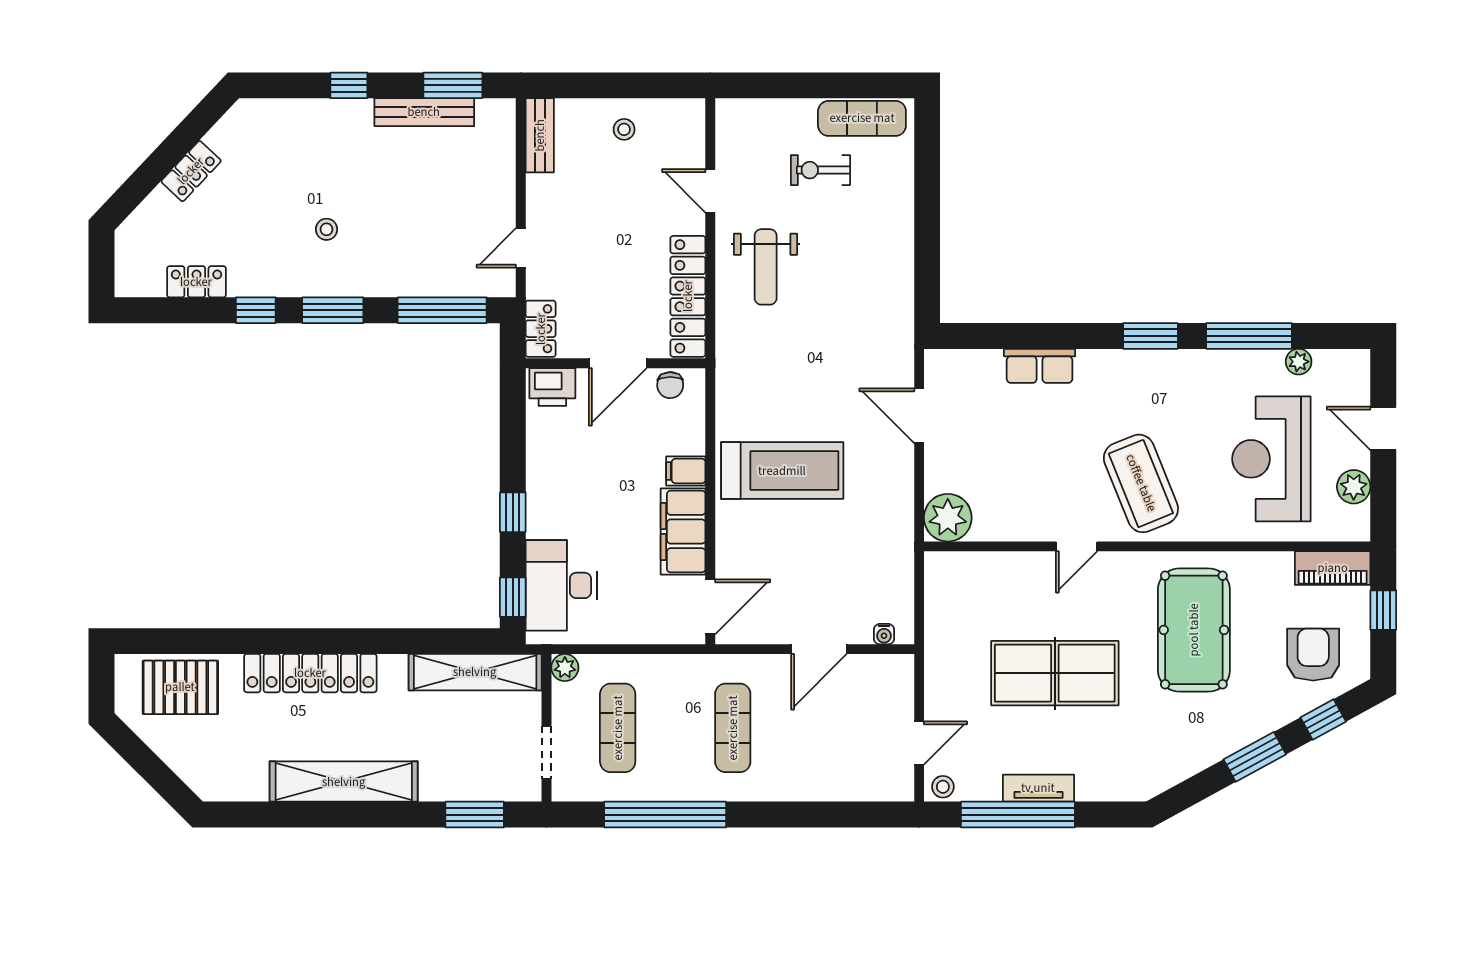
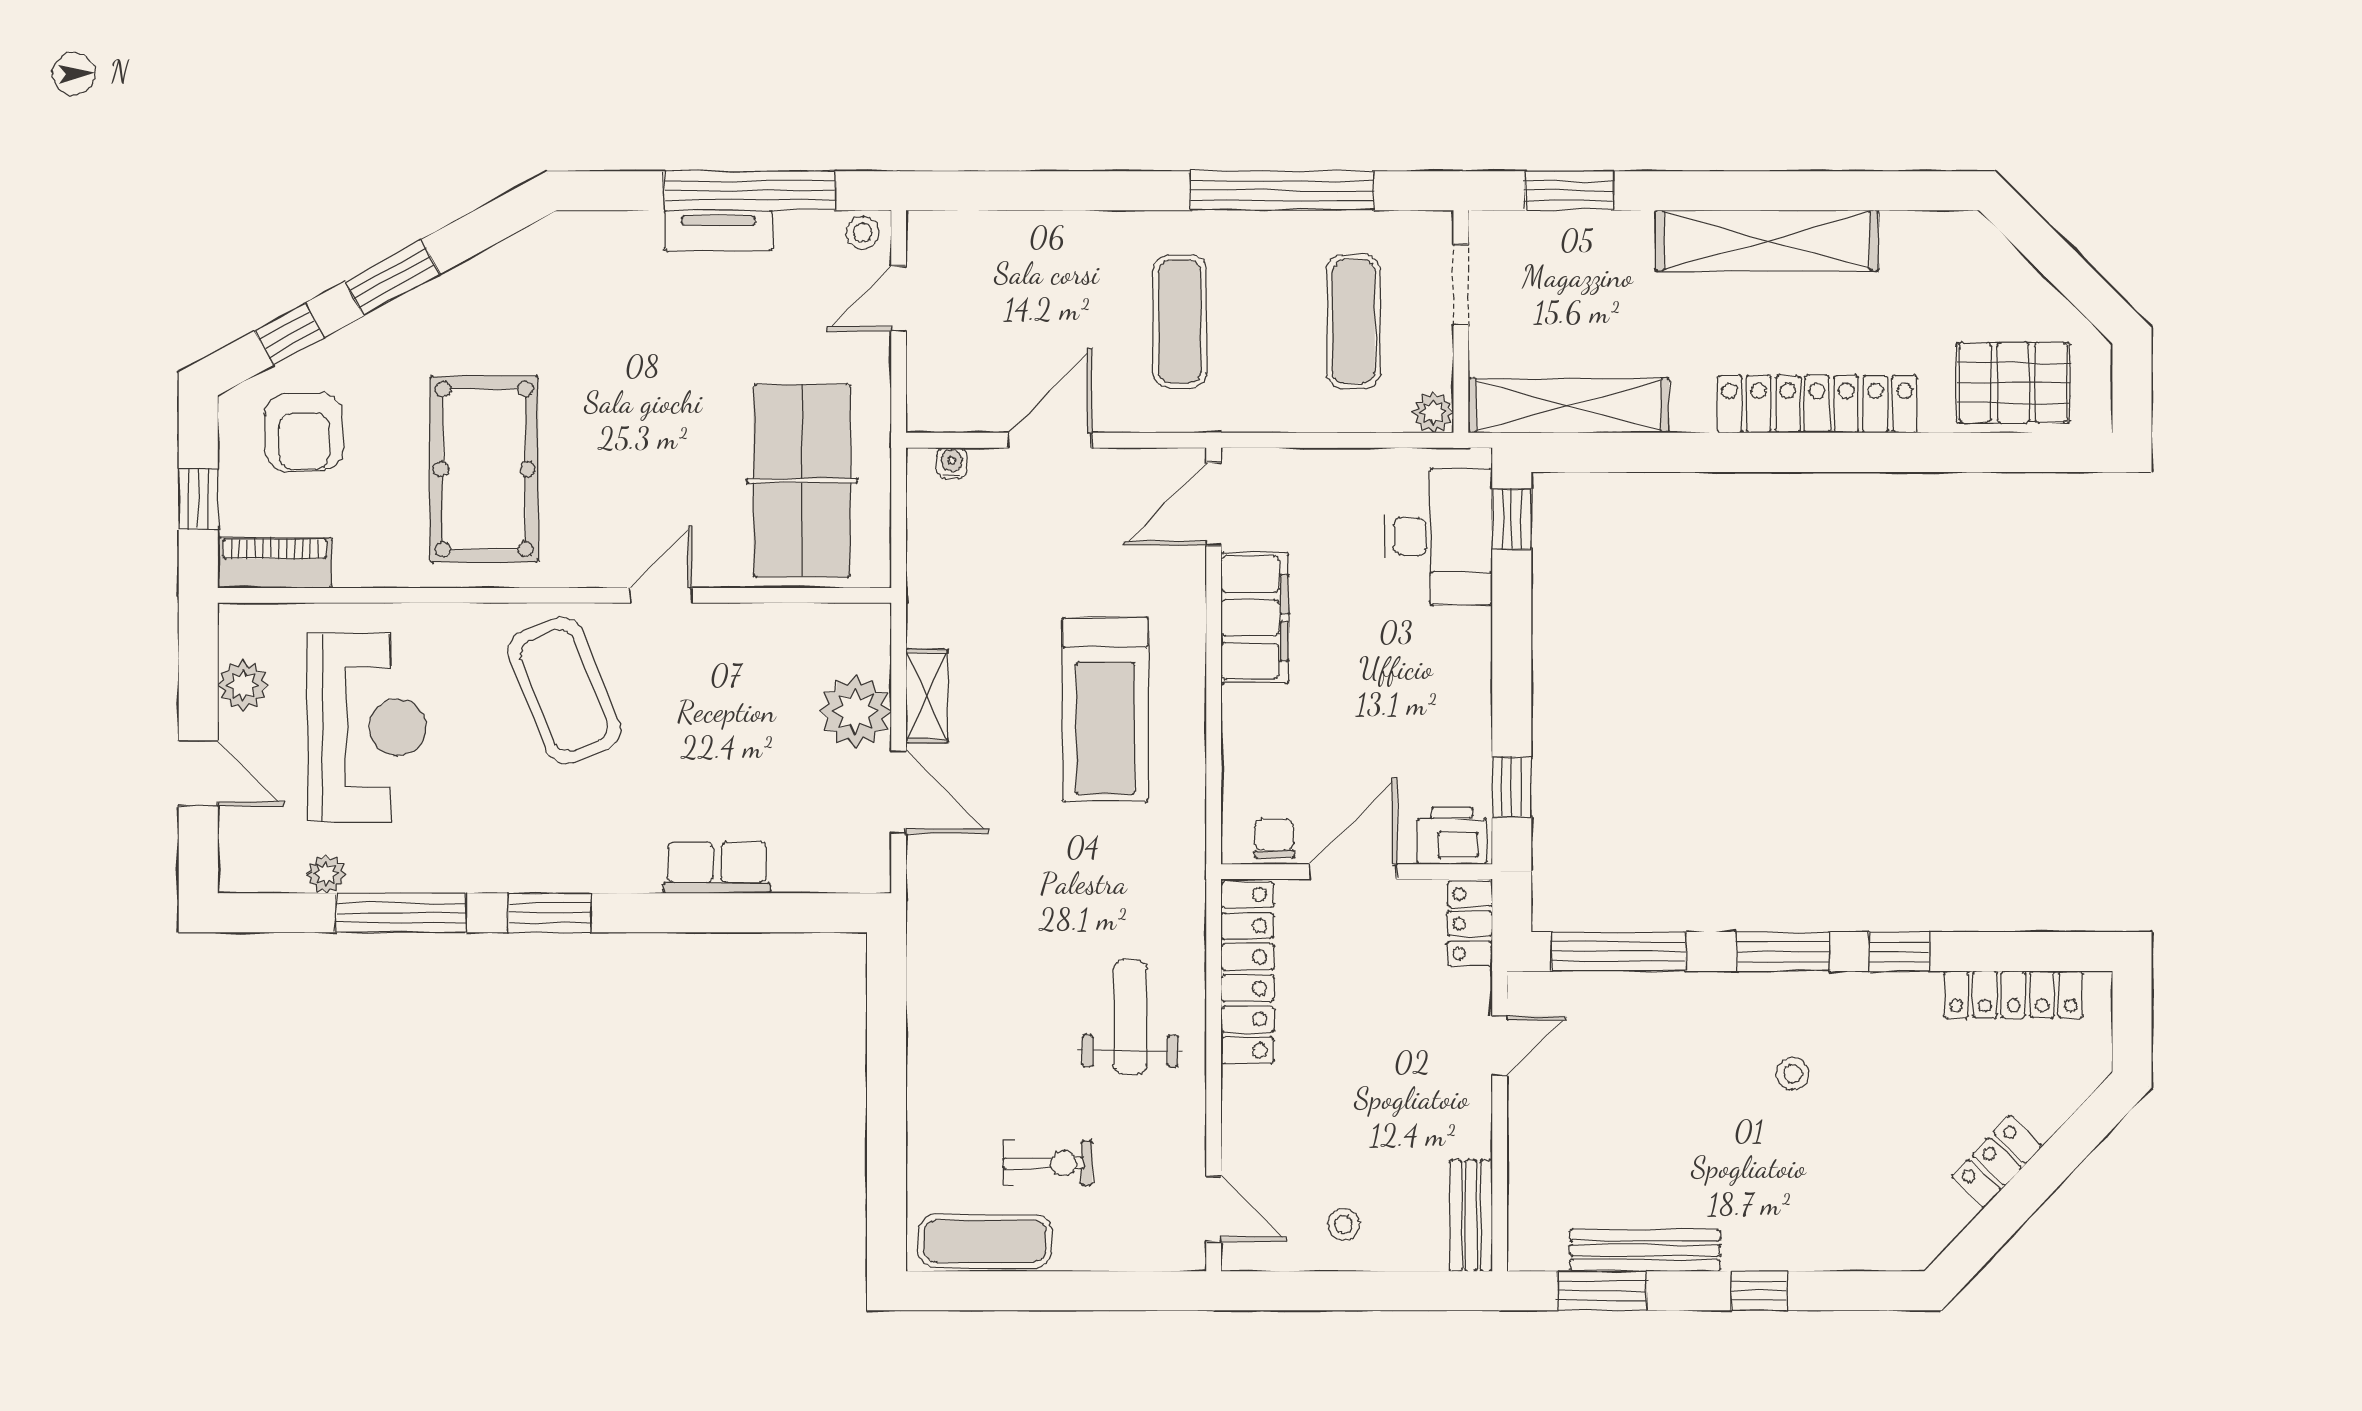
door: (710, 191) -> (1214, 1209), moved
locker: (196, 282) -> (2013, 995), width x1.53
filing cabinet: (686, 471) -> (1251, 709), removed
treadmill: (782, 471) -> (1105, 710), turned -90
shelving: (900, 480) -> (927, 696), added
window: (513, 512) -> (1512, 787), moved
plant: (948, 518) -> (855, 711), moved
table tennis table: (1055, 673) -> (802, 481), moved, turned 90

